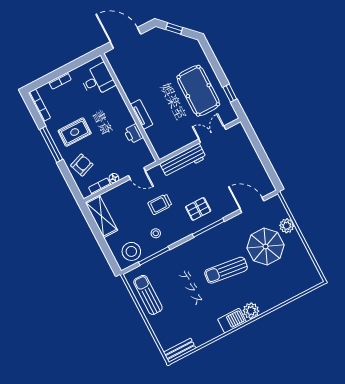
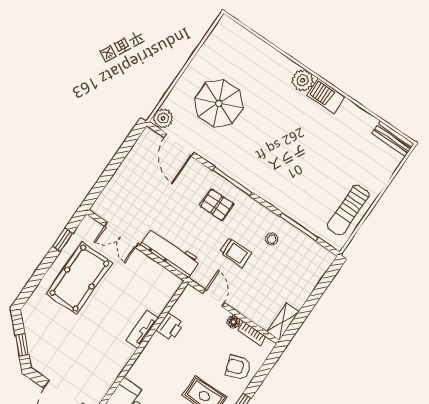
shelving: (101, 216) -> (283, 321), width x0.67, depth x0.75
plant: (287, 226) -> (163, 118), moved
stool: (131, 251) -> (308, 256), removed
sun lounger: (226, 270) -> (271, 134), removed

